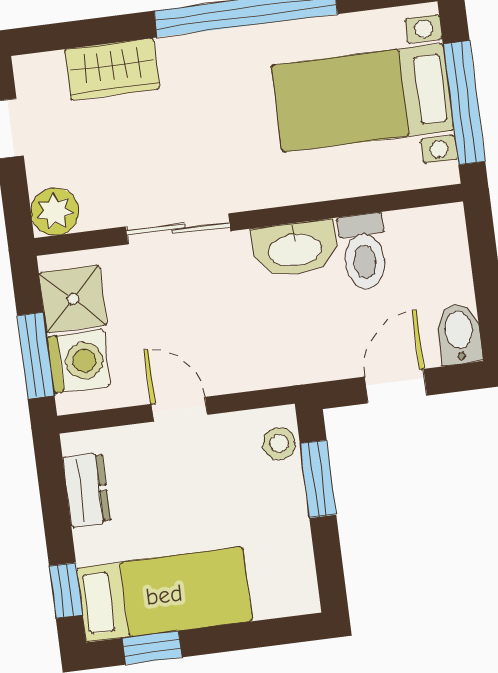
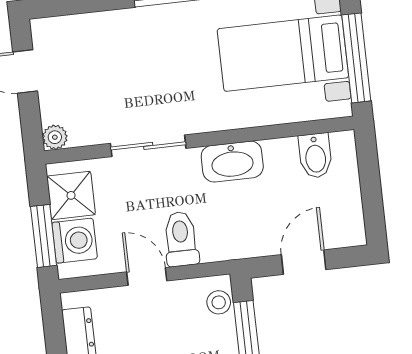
wardrobe: (112, 69) -> (102, 30), removed
plant: (55, 212) -> (55, 137), width x0.73, depth x0.73
toilet: (364, 252) -> (181, 239), moved, turned 180
bidet: (459, 334) -> (315, 156), moved, turned 180

